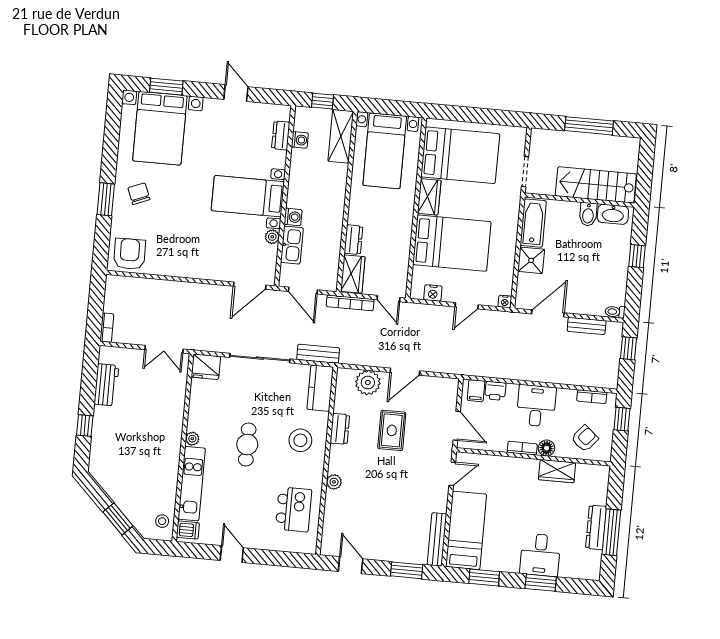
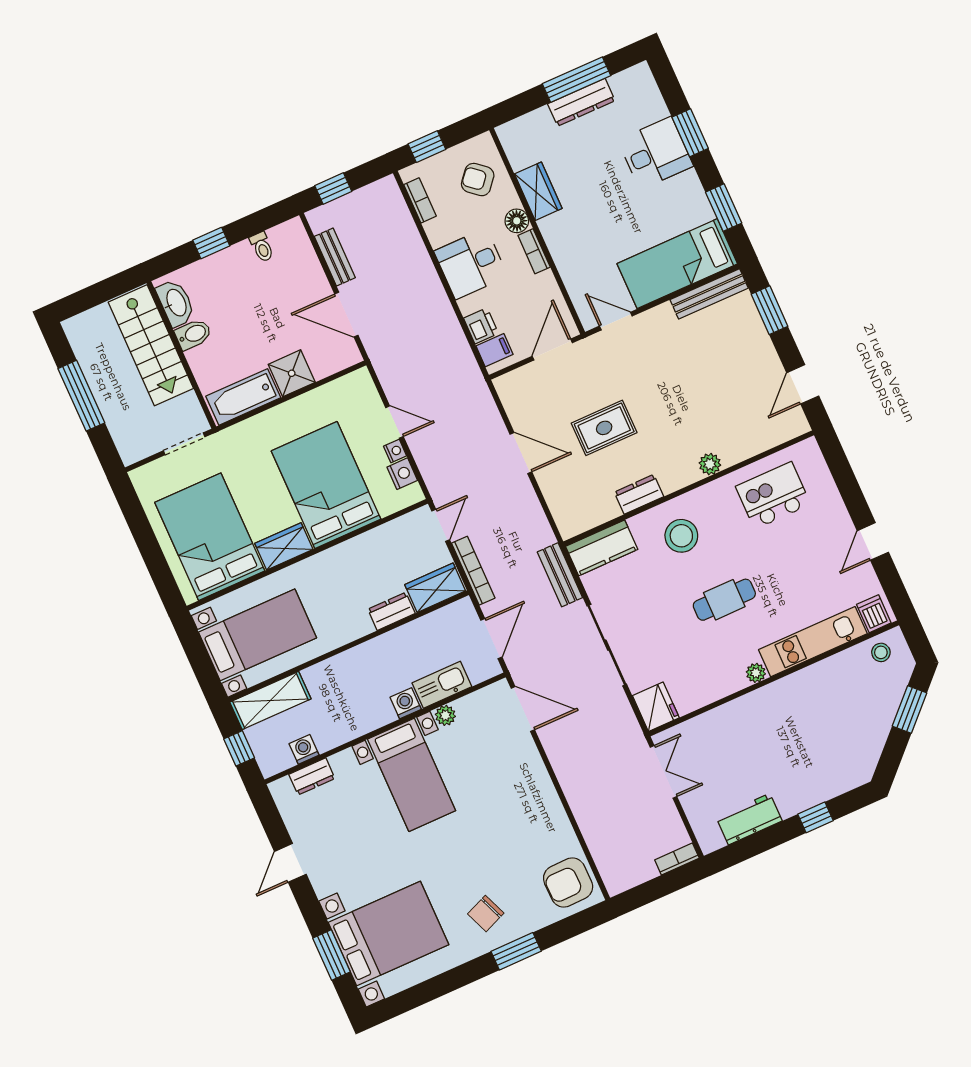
nightstand: (505, 302) -> (395, 451), moved
toilet: (615, 312) -> (262, 247), moved
plant: (368, 383) -> (561, 492), removed

